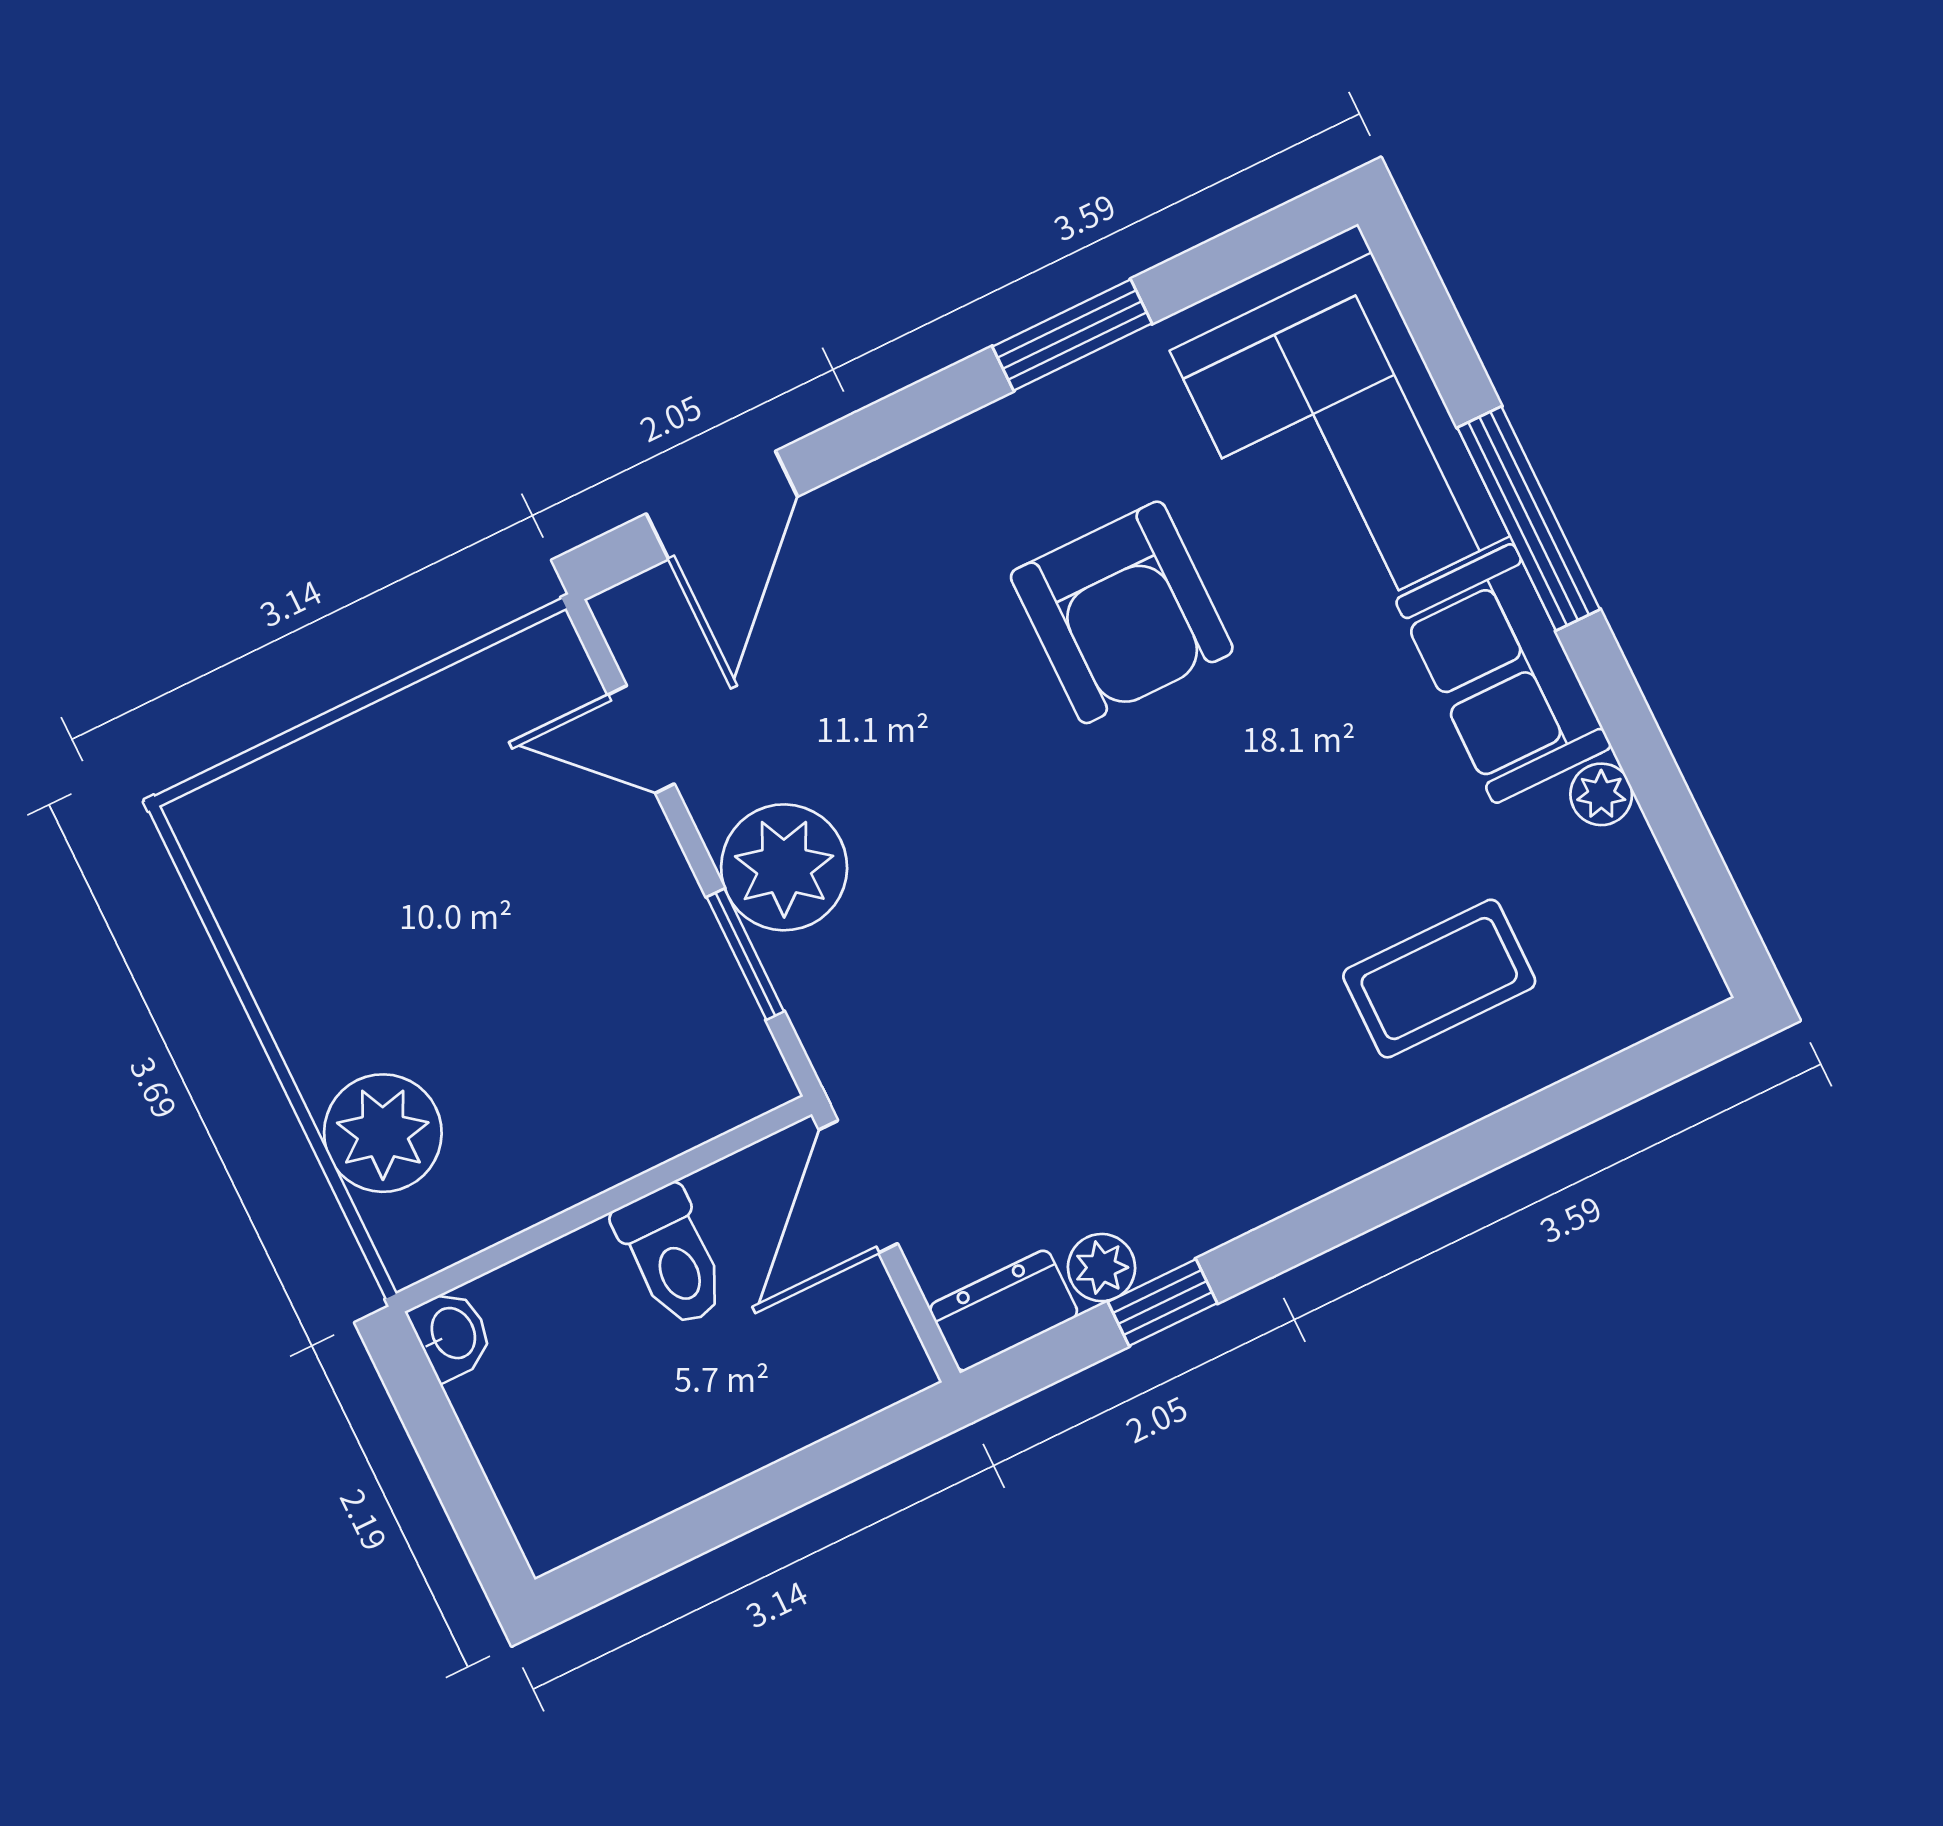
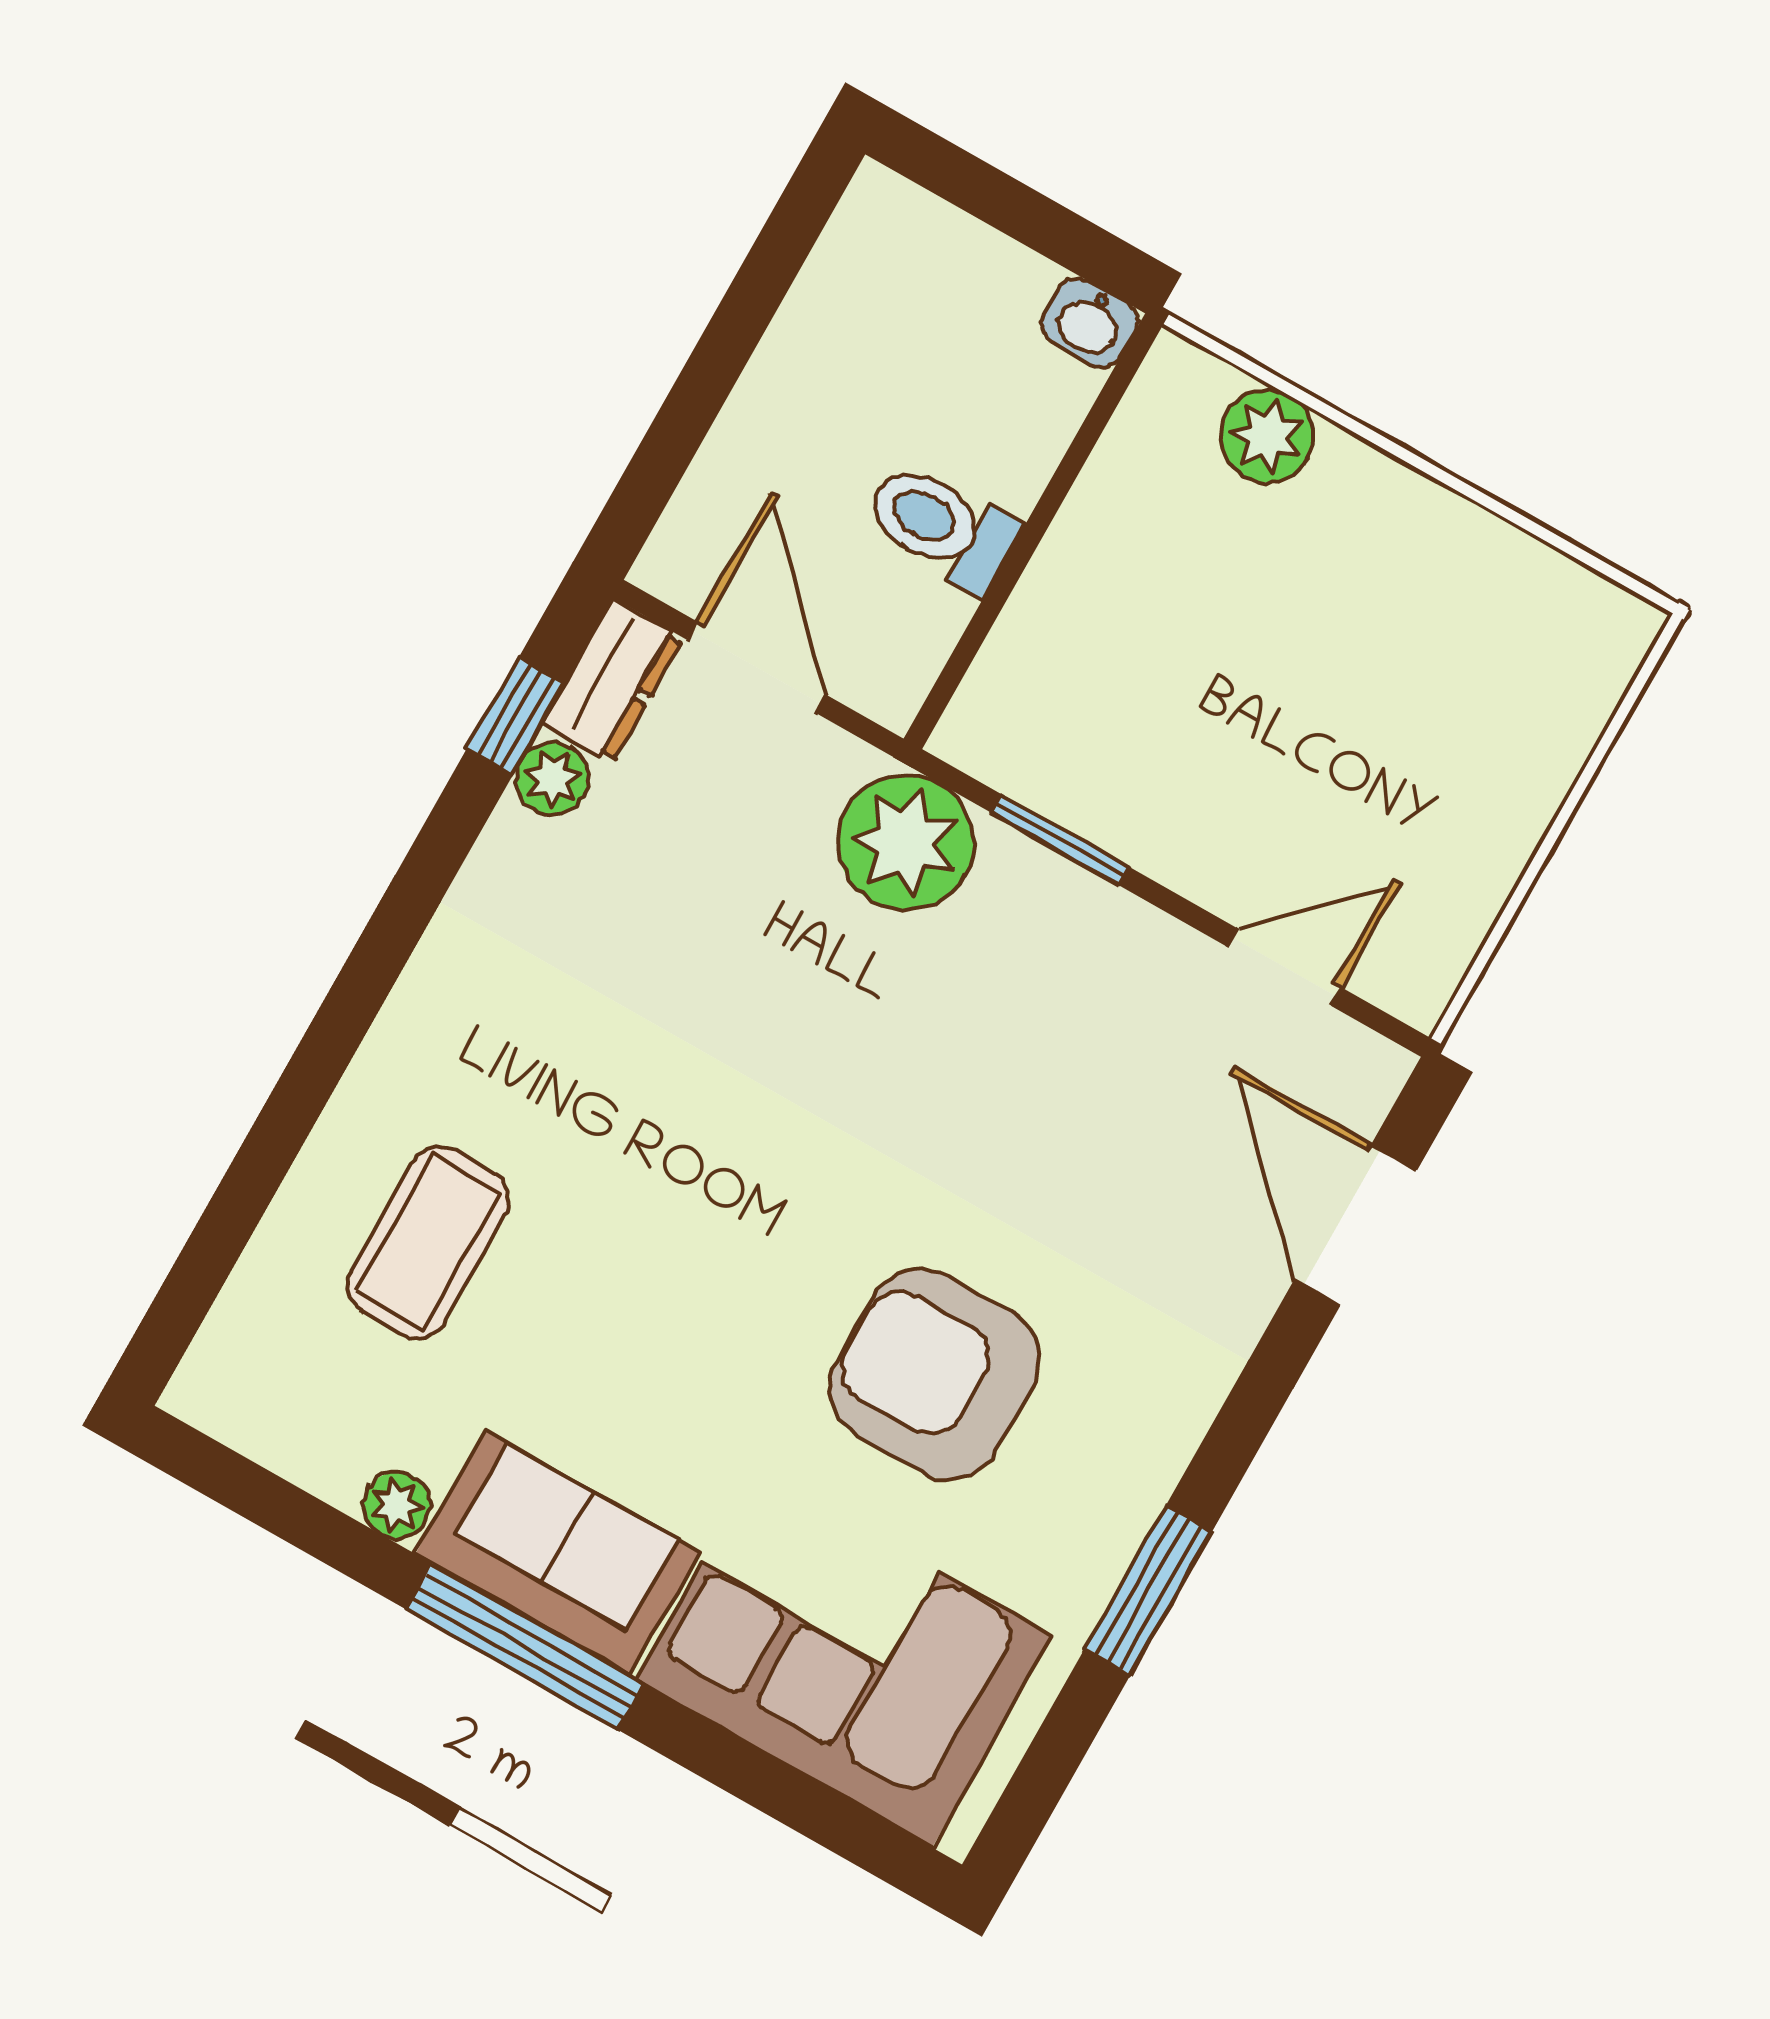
window: (1529, 519) -> (525, 1646), moved
plant: (784, 867) -> (906, 842), moved
plant: (383, 1133) -> (1267, 436), width x0.73, depth x0.73
door: (858, 1187) -> (756, 667), moved
window: (1163, 1302) -> (516, 716), moved

